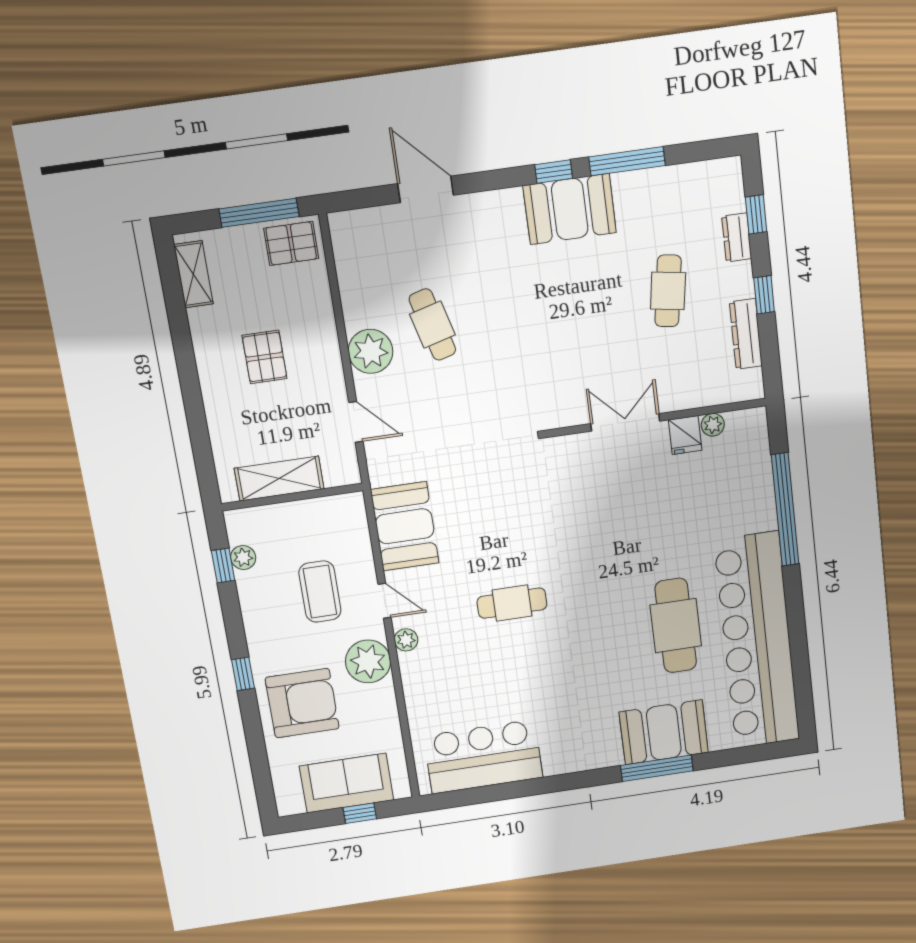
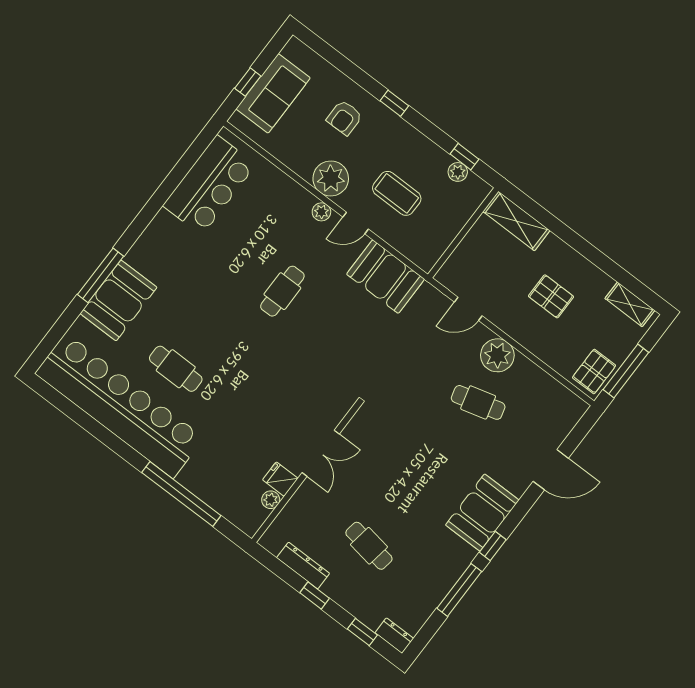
booth: (570, 209) -> (482, 513), moved
dresser: (737, 237) -> (394, 636), moved
shelving: (279, 479) -> (516, 221), moved, turned 90
cafe table: (676, 626) -> (176, 369), width x0.73, depth x0.74
armchair: (302, 703) -> (344, 118), width x0.53, depth x0.53

